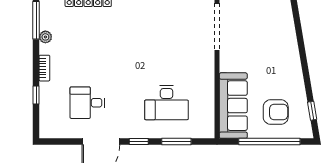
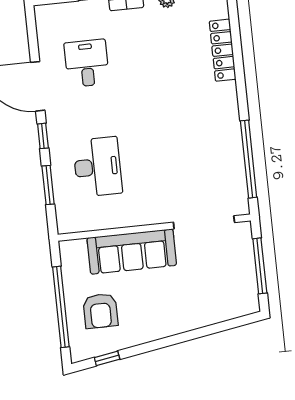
desk: (167, 103) -> (98, 167), turned 180
sofa: (233, 106) -> (132, 252), moved

